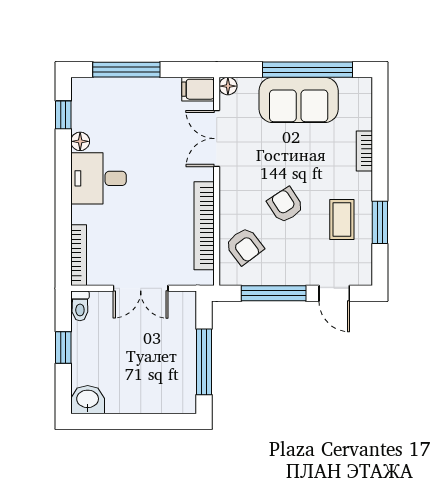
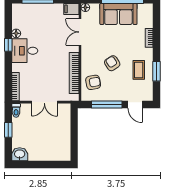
window: (63, 115) -> (8, 45), moved
armchair: (245, 246) -> (93, 82), turned -64
window: (204, 362) -> (74, 137), removed

